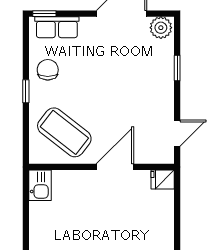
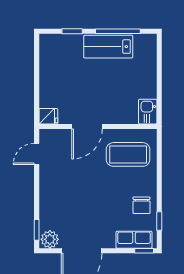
window: (177, 68) -> (37, 230), moved
window: (26, 91) -> (159, 221), moved
coffee table: (64, 132) -> (128, 154), turned -38

